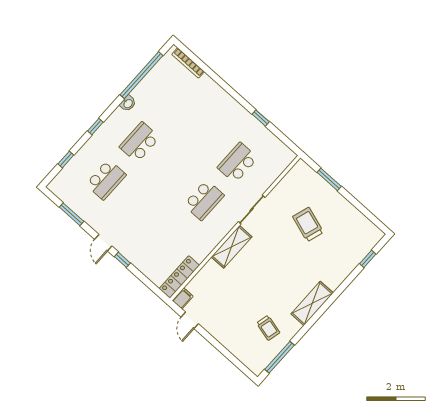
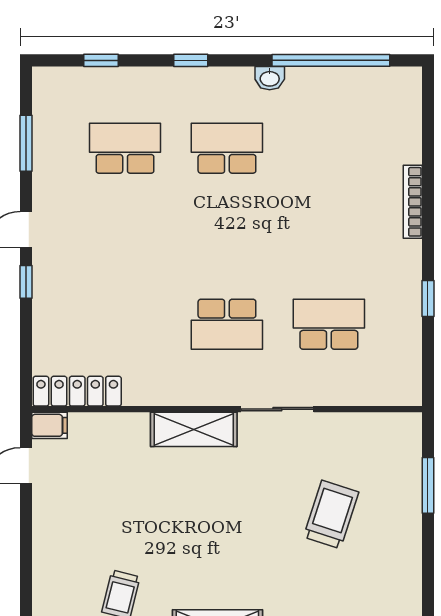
bookcase: (188, 63) -> (413, 202), moved
school desk: (106, 180) -> (125, 148), turned 180

